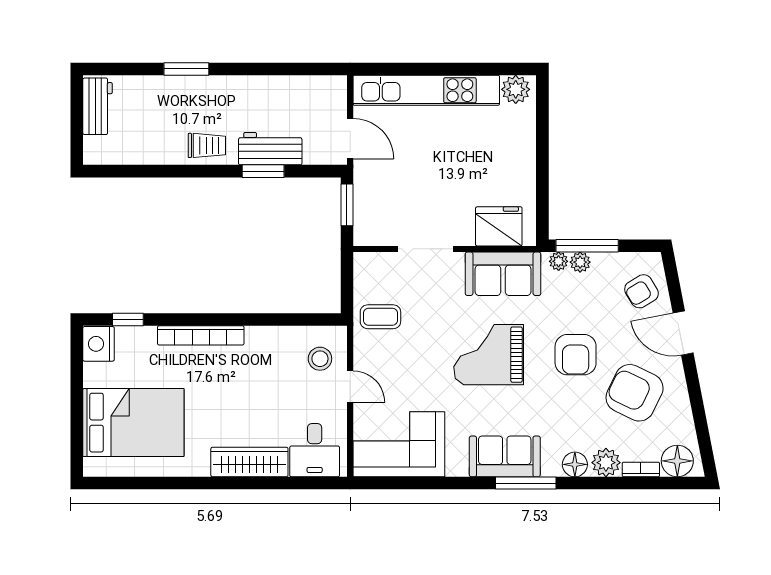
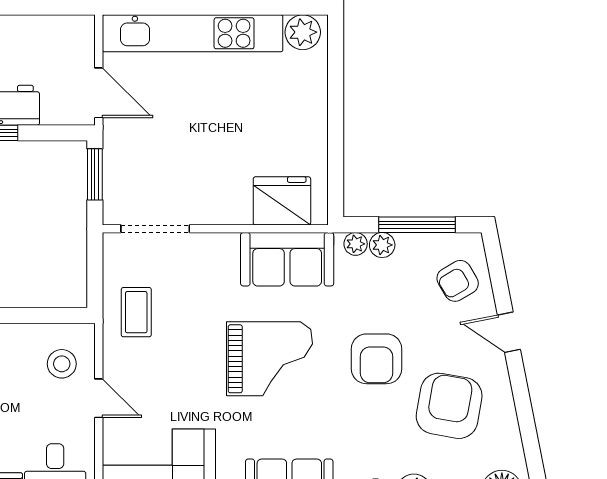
window: (587, 246) -> (417, 225), moved
doorway: (425, 249) -> (155, 229), moved
coffee table: (380, 317) -> (136, 312), turned 90
door: (683, 333) -> (509, 332), width x0.73
grand piano: (489, 355) -> (269, 359), turned 180
armchair: (635, 393) -> (449, 406), turned 74

